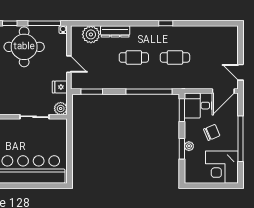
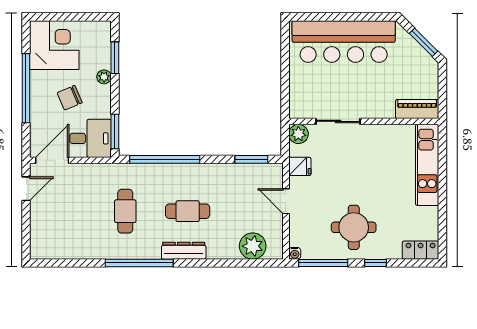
window: (166, 23) -> (139, 263), width x3.17
dresser: (115, 31) -> (184, 251), moved
round table: (24, 47) -> (354, 227), width x0.73, depth x0.73
cafe table: (175, 57) -> (125, 211), turned 90
door: (241, 72) -> (26, 189), hinge flipped
window: (182, 149) -> (115, 58), moved

